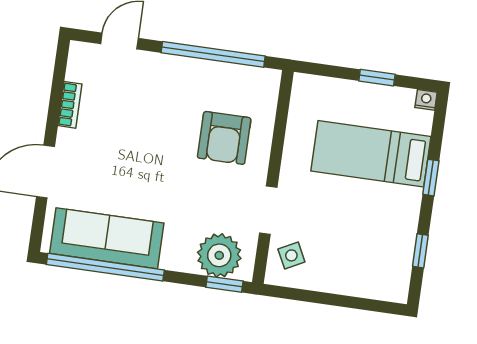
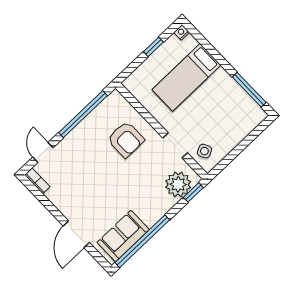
bookcase: (70, 105) -> (37, 181), moved
window: (431, 178) -> (219, 58), removed
sofa: (107, 238) -> (123, 236), width x0.73
window: (420, 251) -> (249, 90), width x2.17

